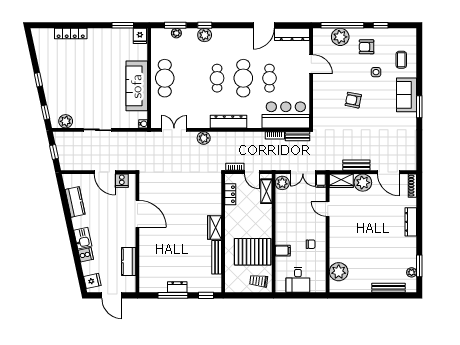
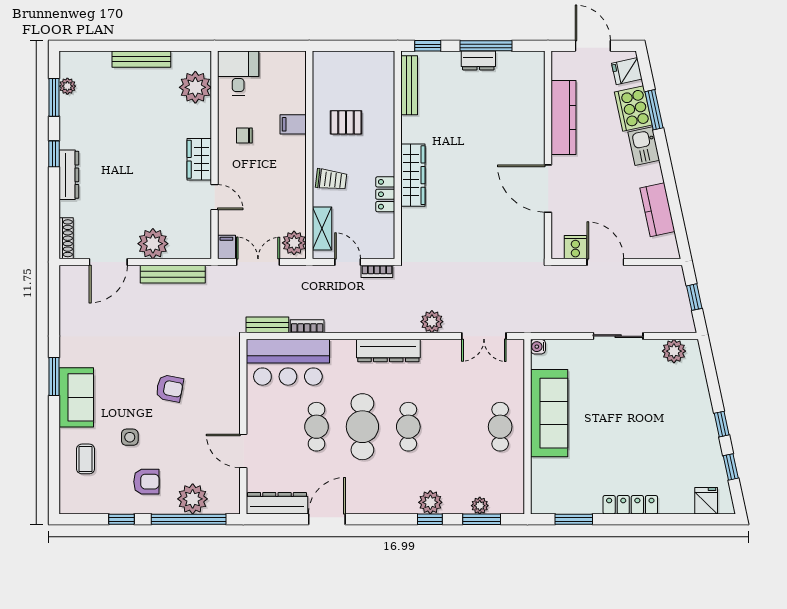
locker: (71, 34) -> (630, 505), moved
fridge: (140, 36) -> (706, 501), moved
cafe table: (165, 78) -> (500, 427), width x0.73, depth x0.74
window: (45, 112) -> (731, 467), moved
bench: (356, 165) -> (173, 274), width x1.36
door: (388, 172) -> (108, 262), swing flipped
wardrobe: (341, 181) -> (199, 159), moved, turned -90
locker: (230, 194) -> (385, 194), moved
wardrobe: (215, 228) -> (413, 175), width x1.50
window: (419, 234) -> (54, 154), added
pallet: (253, 252) -> (346, 122), width x0.49, depth x0.50
cooker: (86, 255) -> (633, 109), width x1.87, depth x1.31
bench: (217, 257) -> (409, 85), moved
window: (77, 259) -> (654, 110), added
kitchen counter: (129, 262) -> (563, 118), width x1.50
desk: (298, 280) -> (238, 73), moved
trolley: (259, 281) -> (331, 180), moved
bench: (389, 288) -> (141, 59), moved

